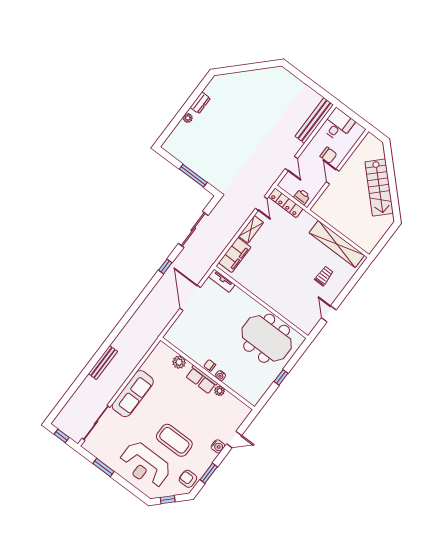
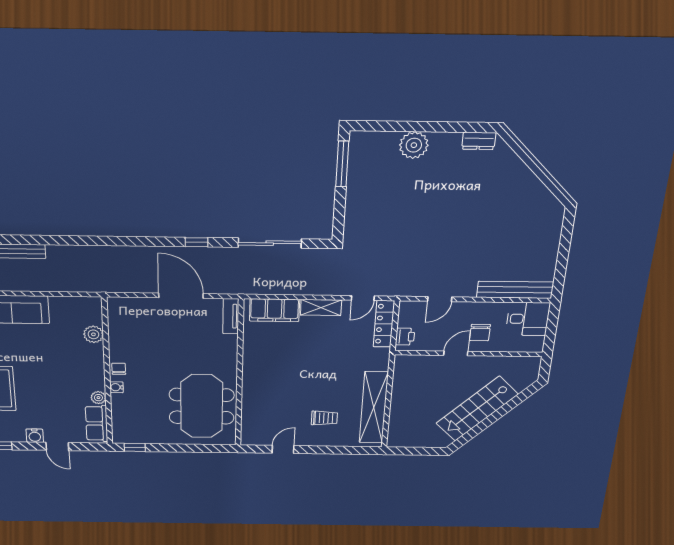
dresser: (200, 103) -> (479, 141), moved
plant: (188, 118) -> (414, 145), width x1.88, depth x1.88
window: (193, 176) -> (342, 164), moved
door: (190, 298) -> (181, 296), hinge flipped
window: (281, 377) -> (135, 447), moved
row of seats: (201, 380) -> (97, 423), moved

